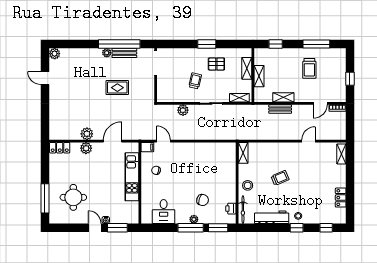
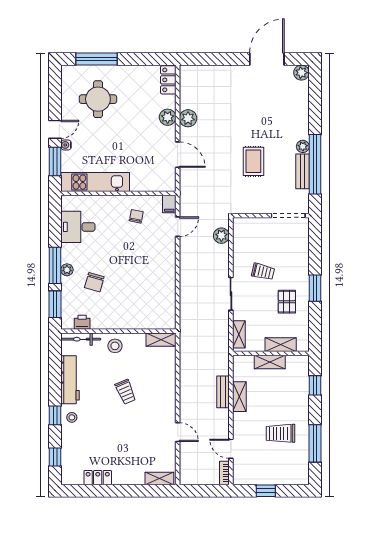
door: (45, 78) -> (267, 59), width x1.87
plant: (183, 110) -> (221, 236), moved
kitchen unit: (132, 177) -> (95, 182), moved

